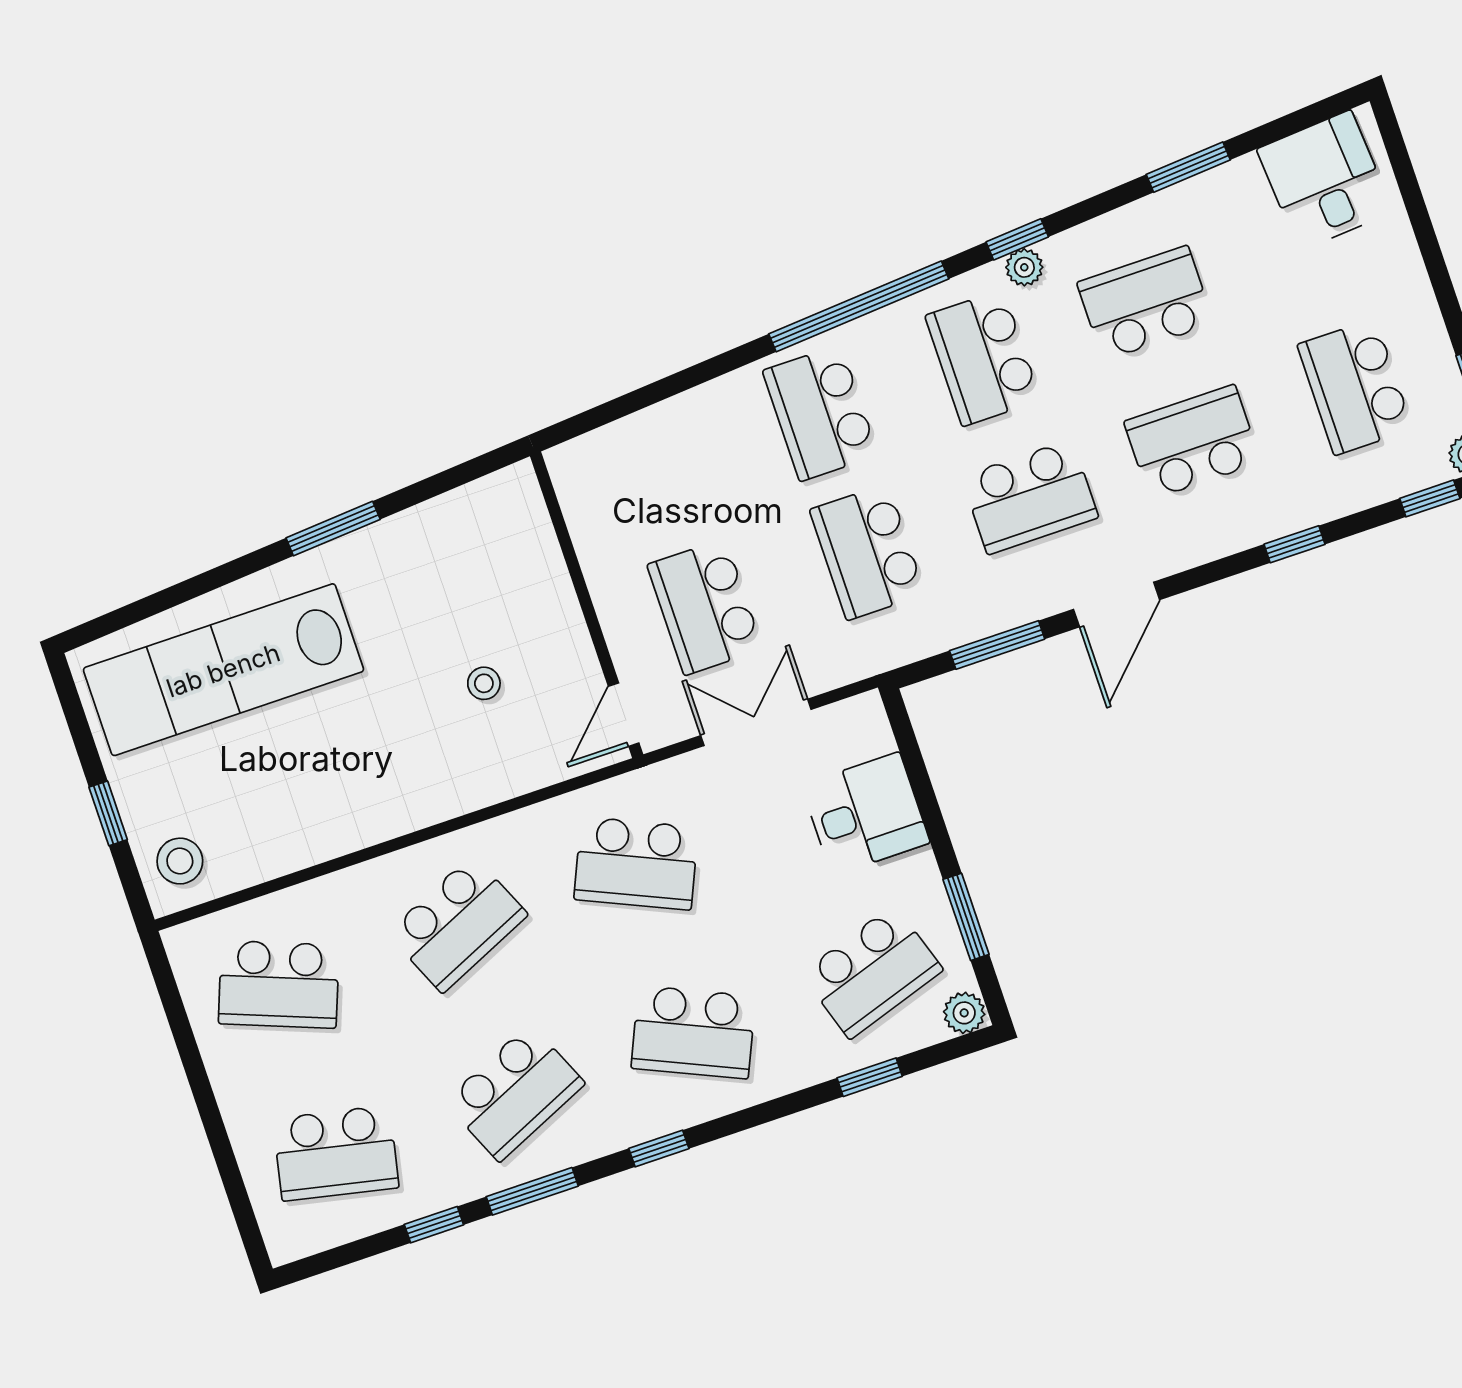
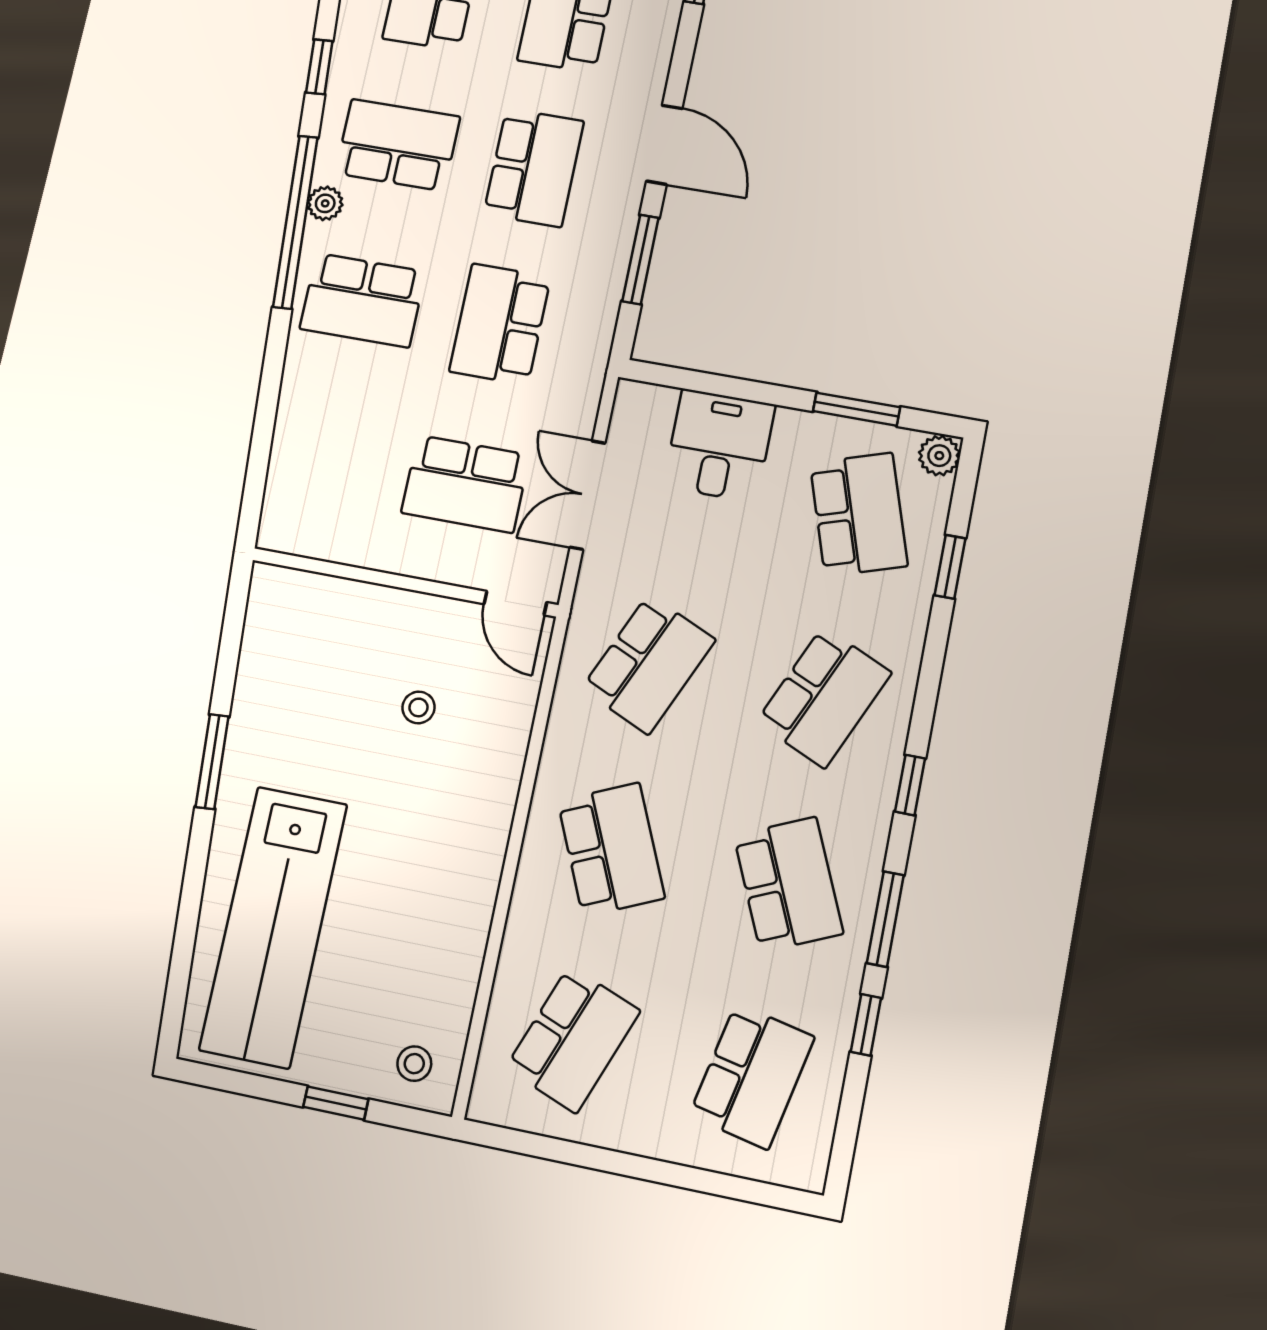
plant: (1024, 267) -> (325, 203), moved
school desk: (983, 358) -> (398, 145), turned 180
school desk: (867, 552) -> (500, 324), turned 90
stool: (180, 861) -> (414, 1064), width x0.73, depth x0.73

